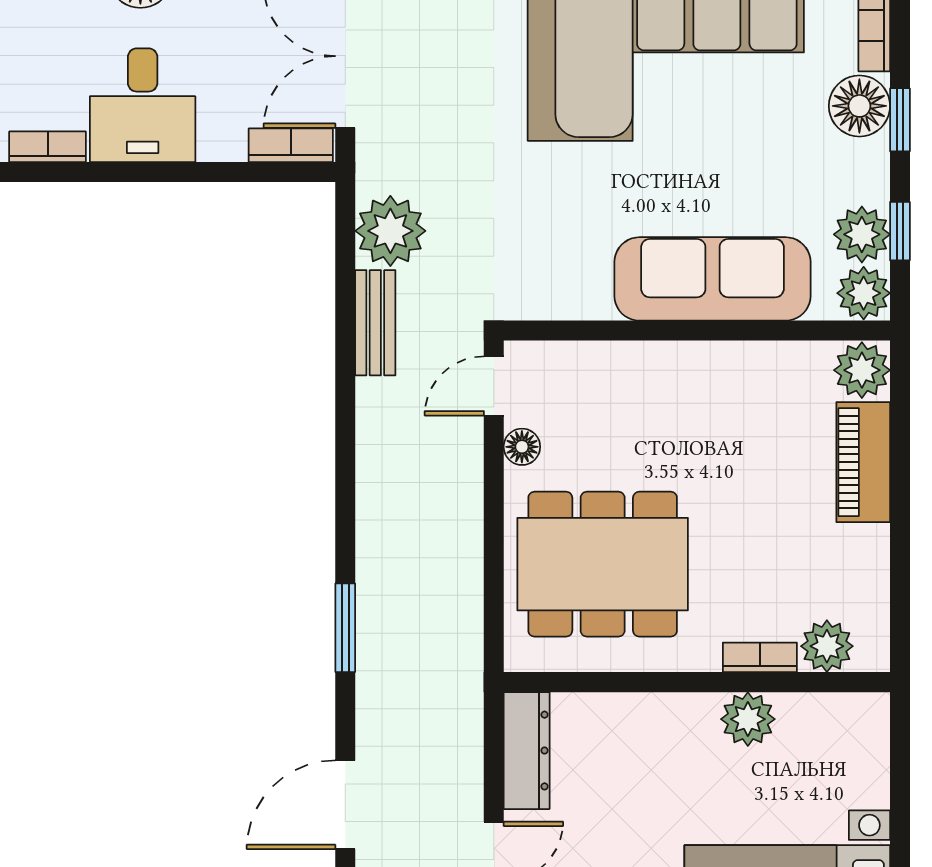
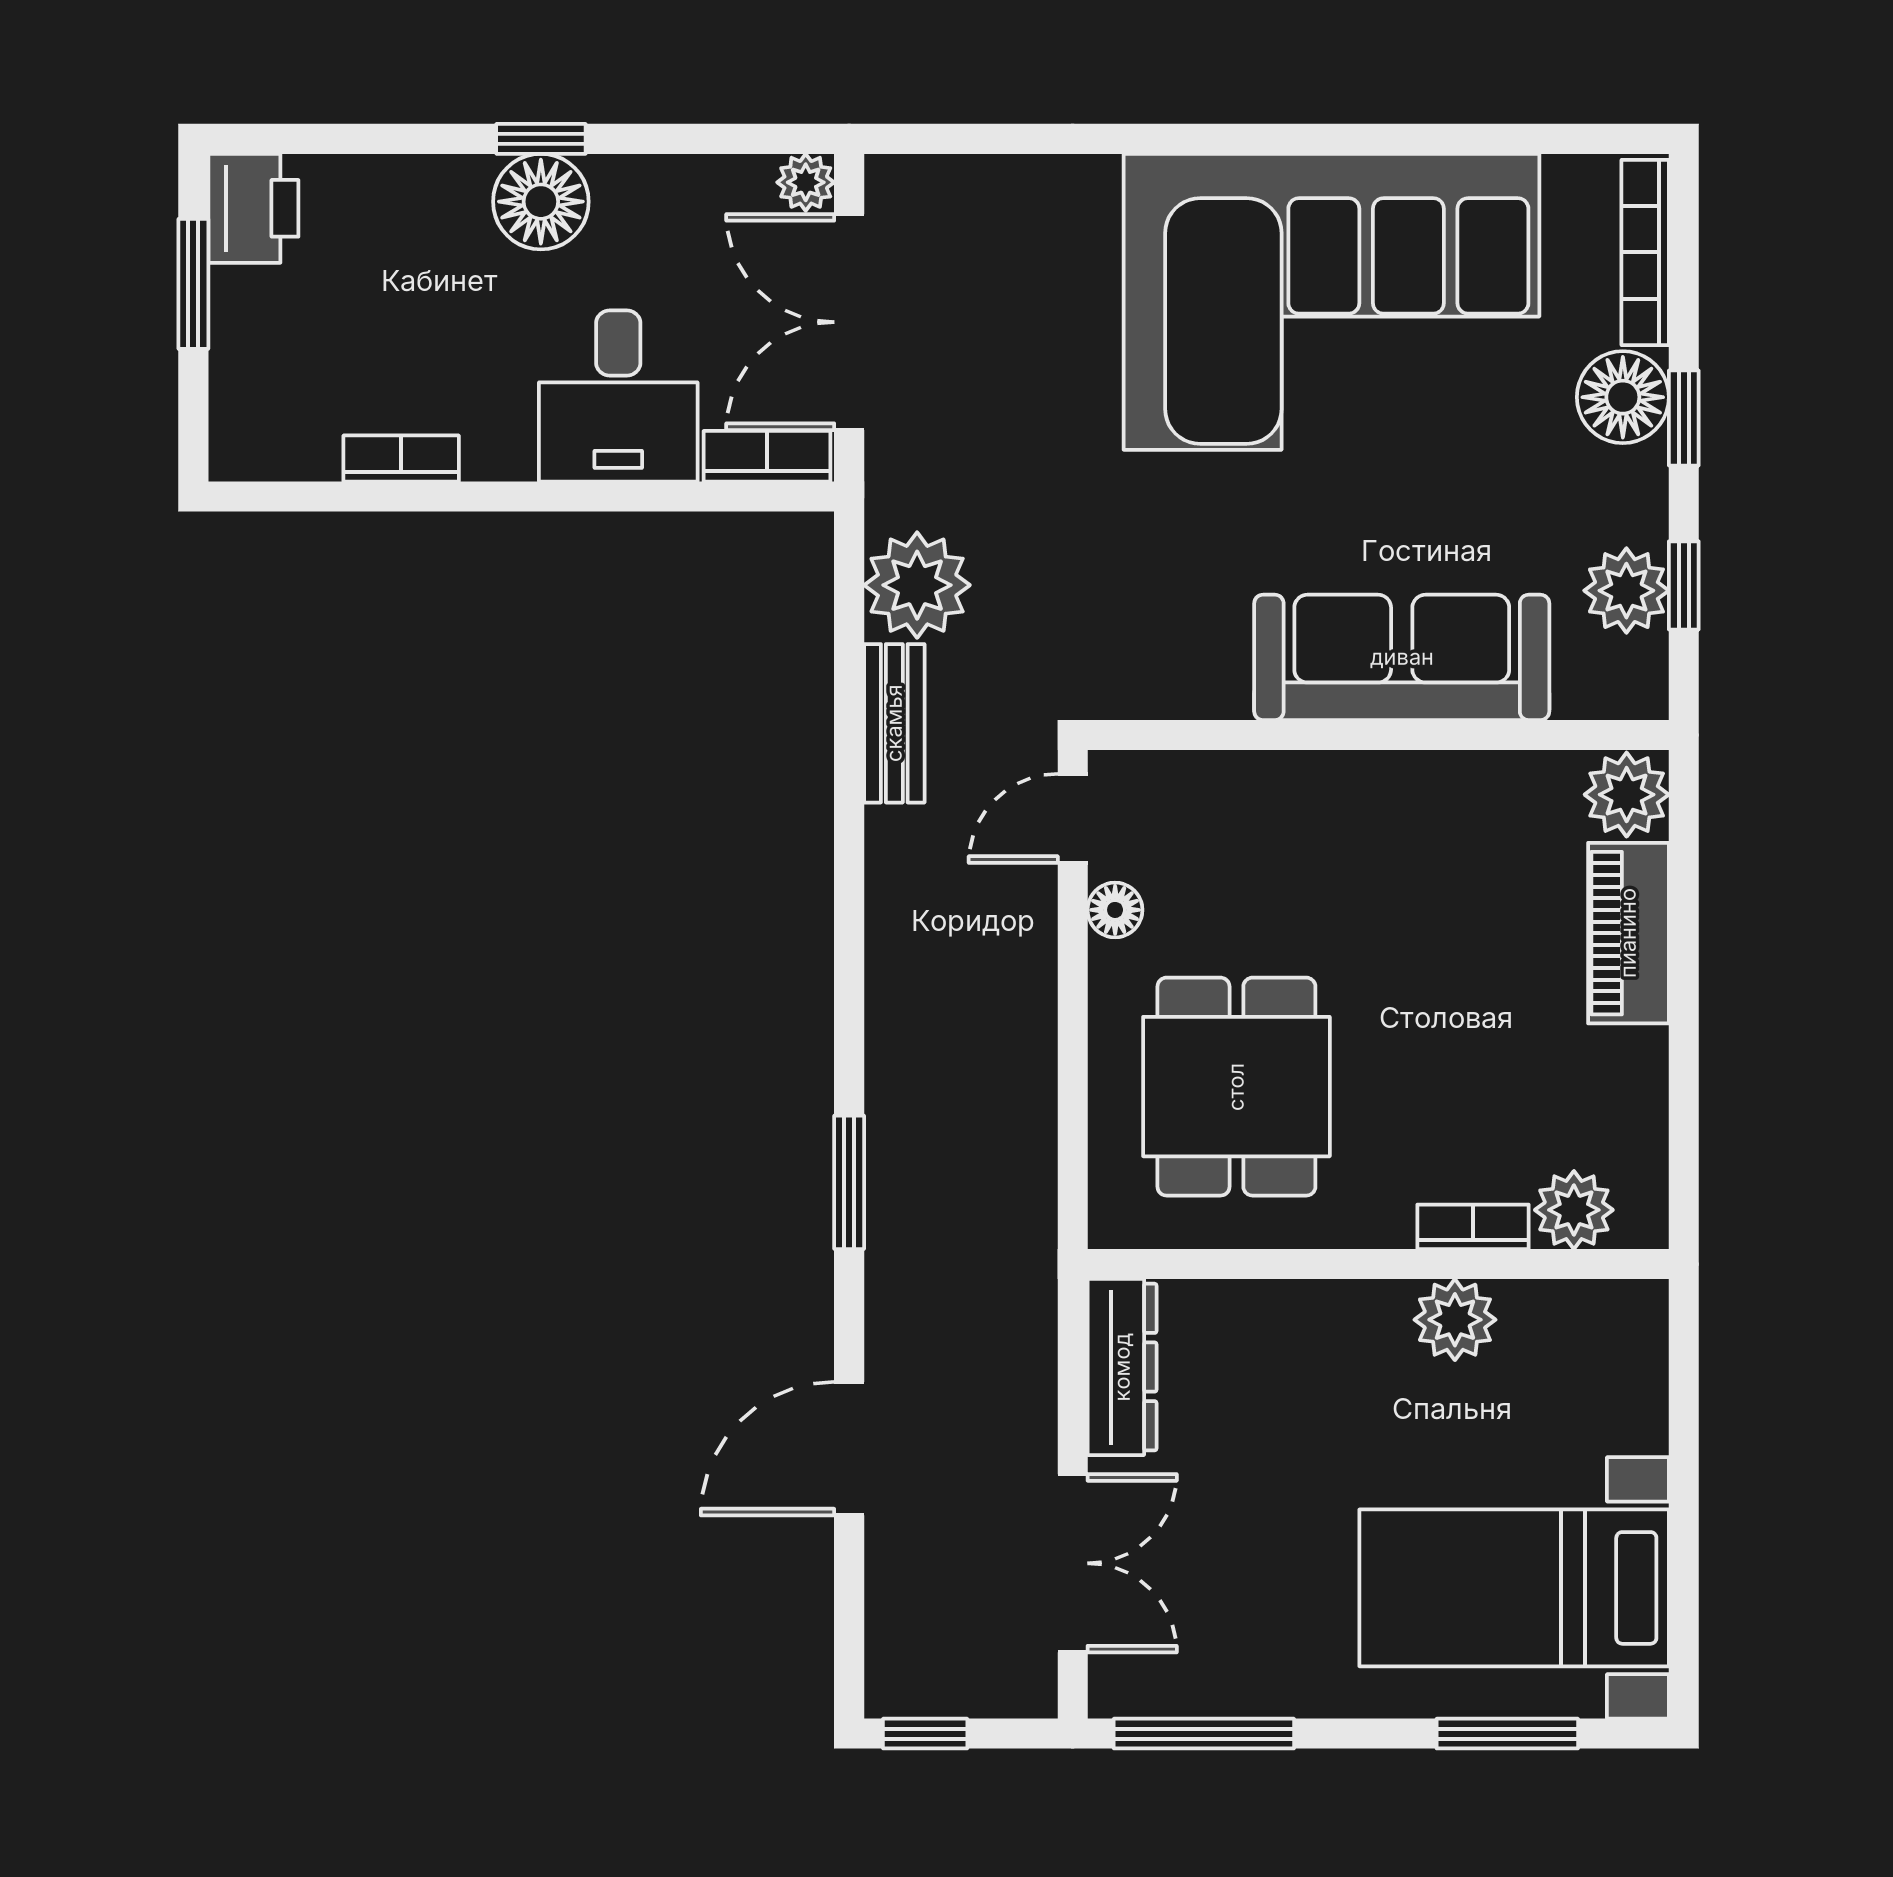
desk: (143, 105) -> (618, 396), moved
plant: (864, 293) -> (1629, 679), removed
dining table: (603, 564) -> (1236, 1087), width x0.73

